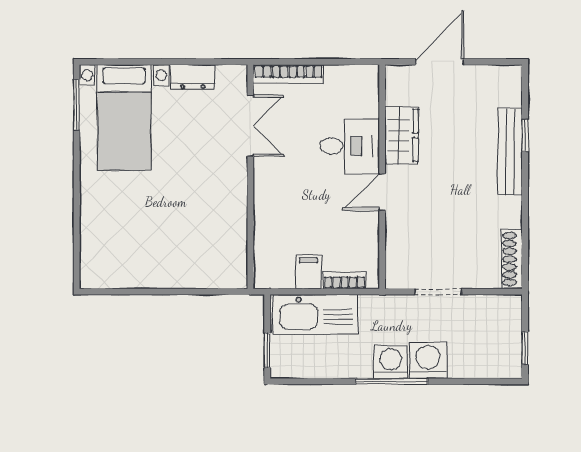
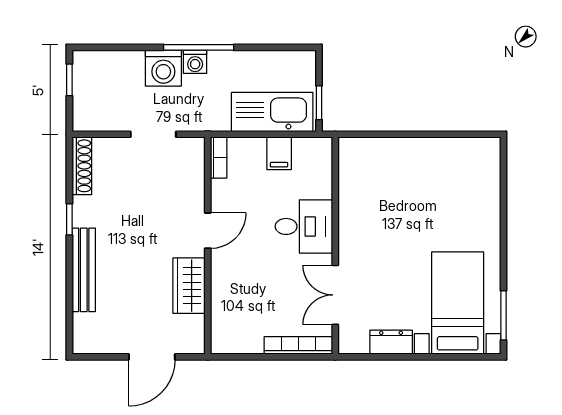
window: (525, 136) -> (69, 219), moved
desk: (350, 146) -> (304, 226), moved, turned 180
bookcase: (344, 280) -> (219, 158), moved, turned -90
window: (267, 350) -> (319, 103), moved
washing machine: (391, 362) -> (195, 62), width x0.73, depth x0.73

